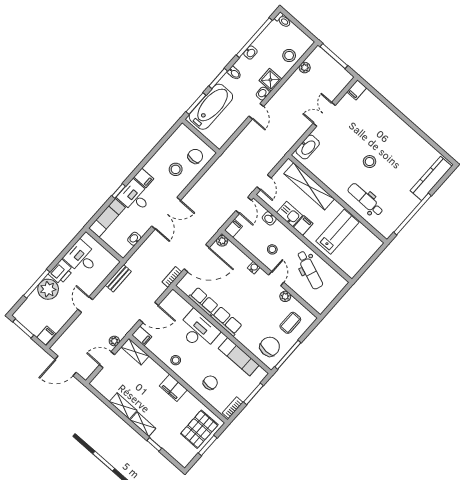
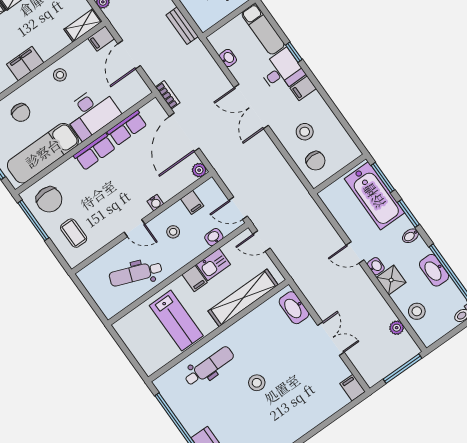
washbasin: (250, 53) -> (434, 270), width x1.91, depth x1.45
filing cabinet: (233, 228) -> (192, 202), moved
plant: (285, 296) -> (109, 234), removed
exam couch: (239, 357) -> (43, 153), width x1.36, depth x1.45

